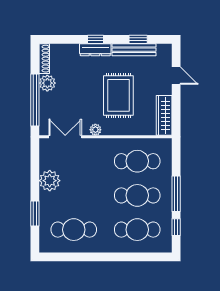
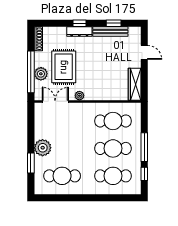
plant: (47, 83) -> (41, 74), moved
rug: (118, 95) -> (64, 67), moved
plant: (50, 181) -> (43, 148), moved

